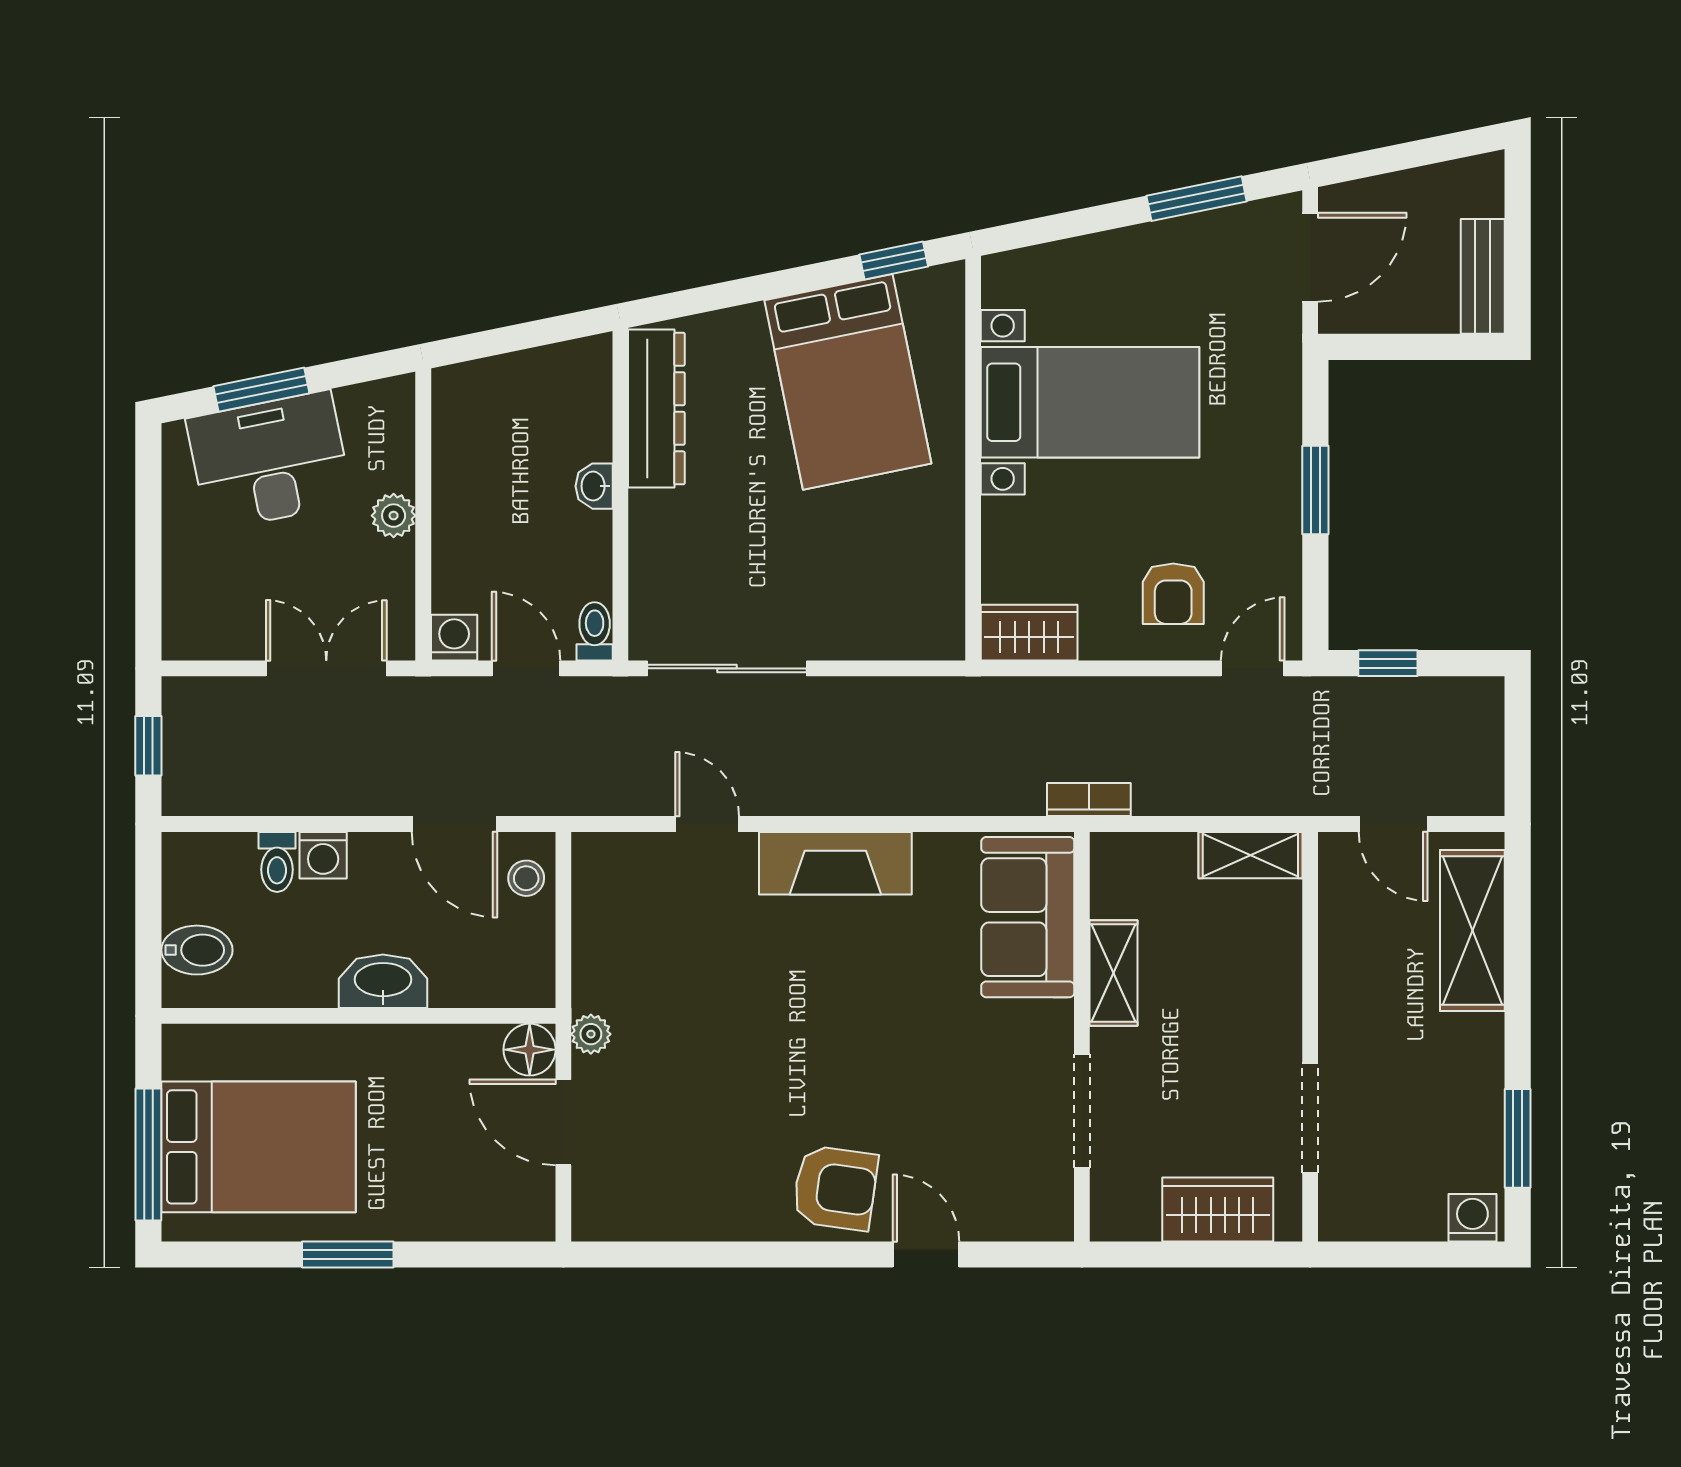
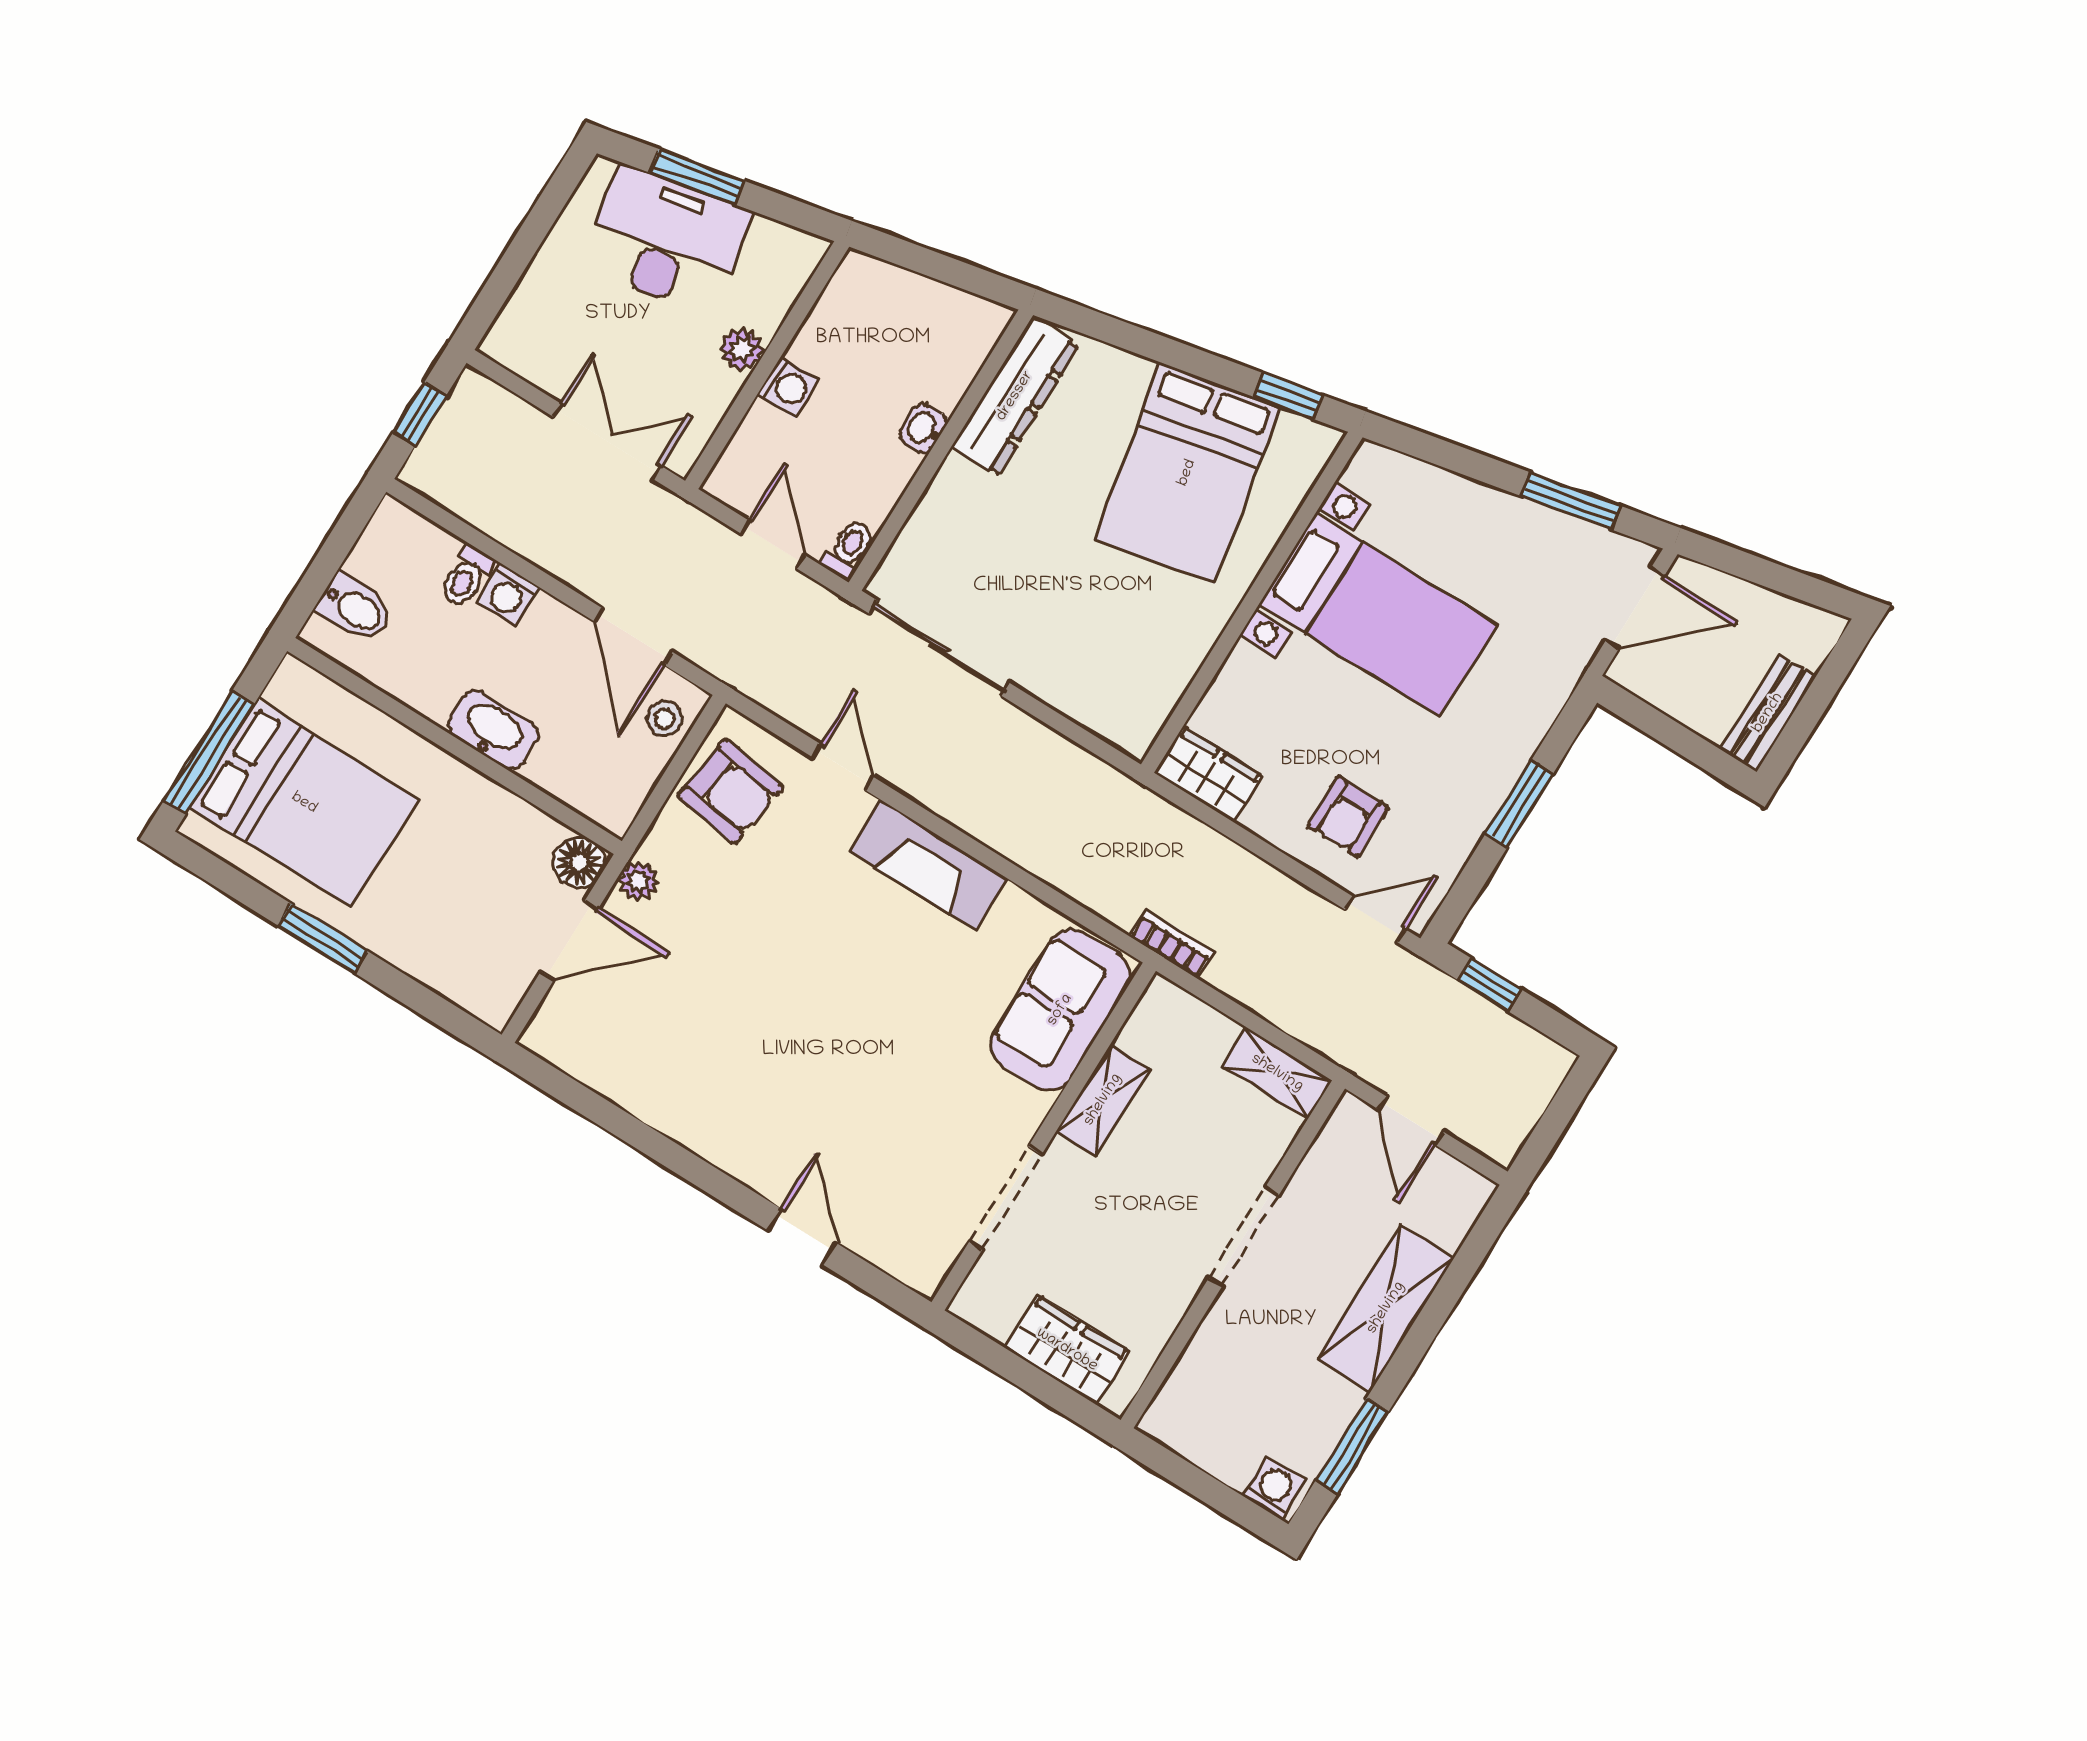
washing machine: (454, 638) -> (788, 387), moved, turned 90
shelving: (1472, 930) -> (1386, 1308), moved
doorway: (1310, 1118) -> (1244, 1237), moved
door: (563, 1122) -> (570, 940), swing flipped
armchair: (835, 1188) -> (730, 791), moved

